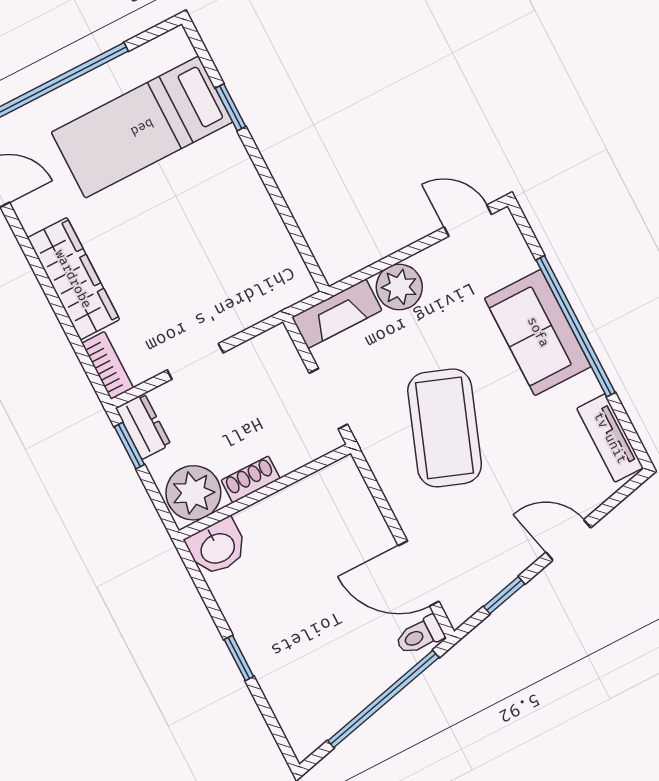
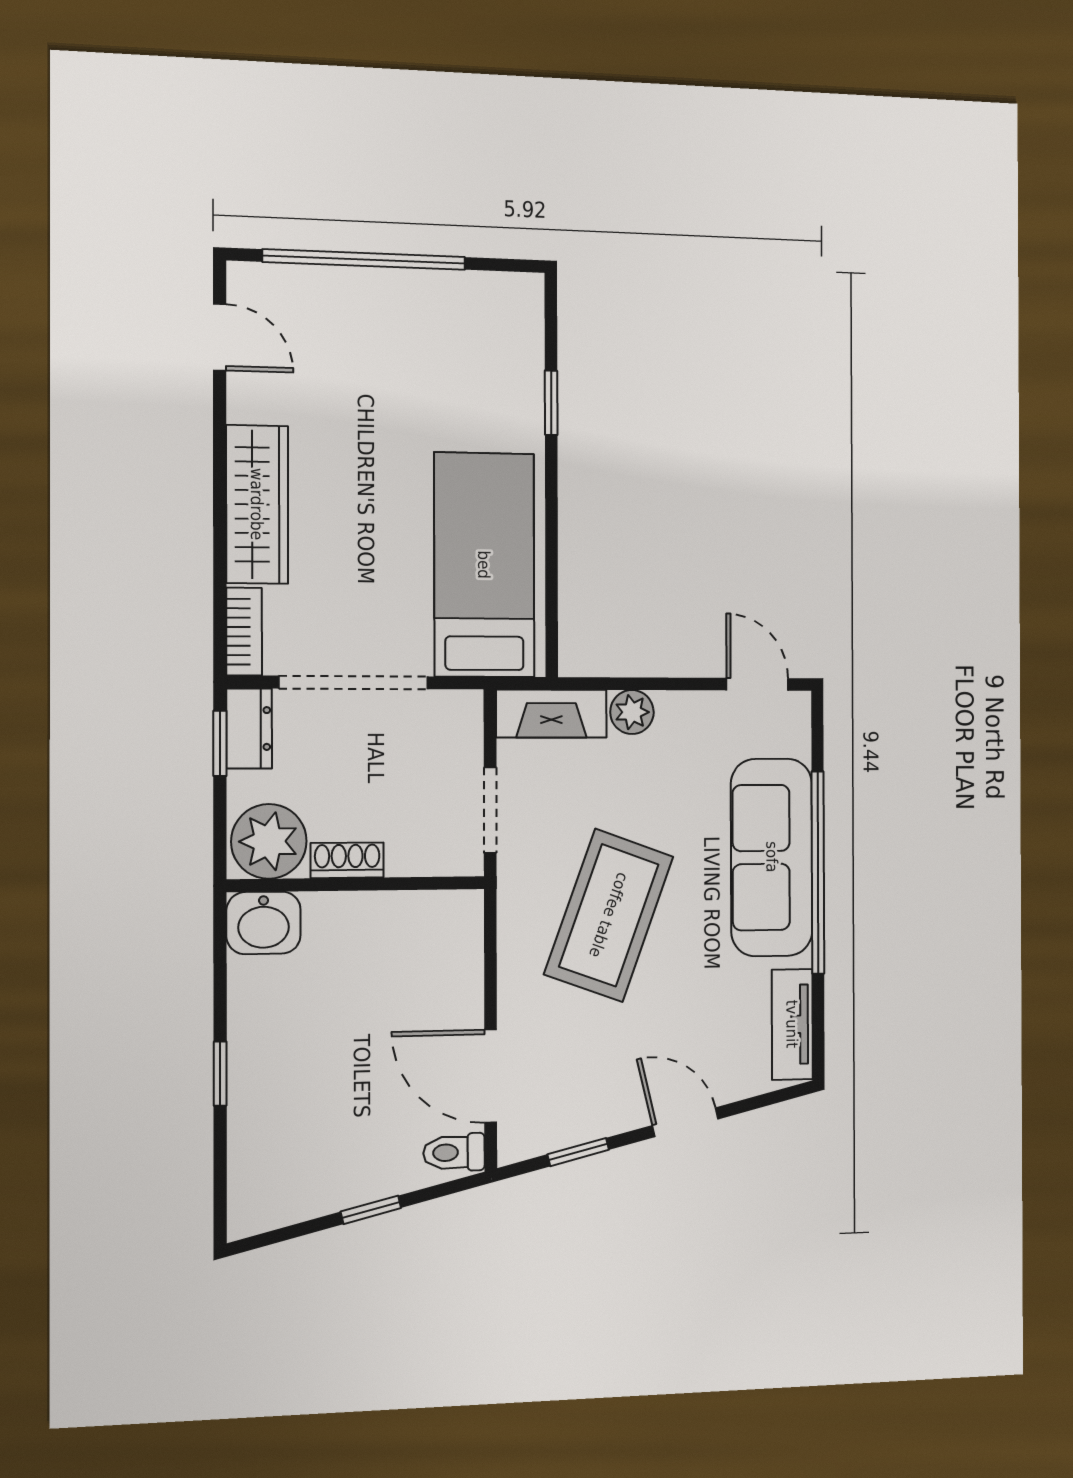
bed: (142, 127) -> (484, 565), moved, turned 90
plant: (399, 287) -> (632, 712), width x0.73, depth x0.73
sofa: (538, 332) -> (772, 857), width x1.36
doorway: (195, 361) -> (354, 682), width x1.88
window: (383, 699) -> (371, 1210), width x0.32

